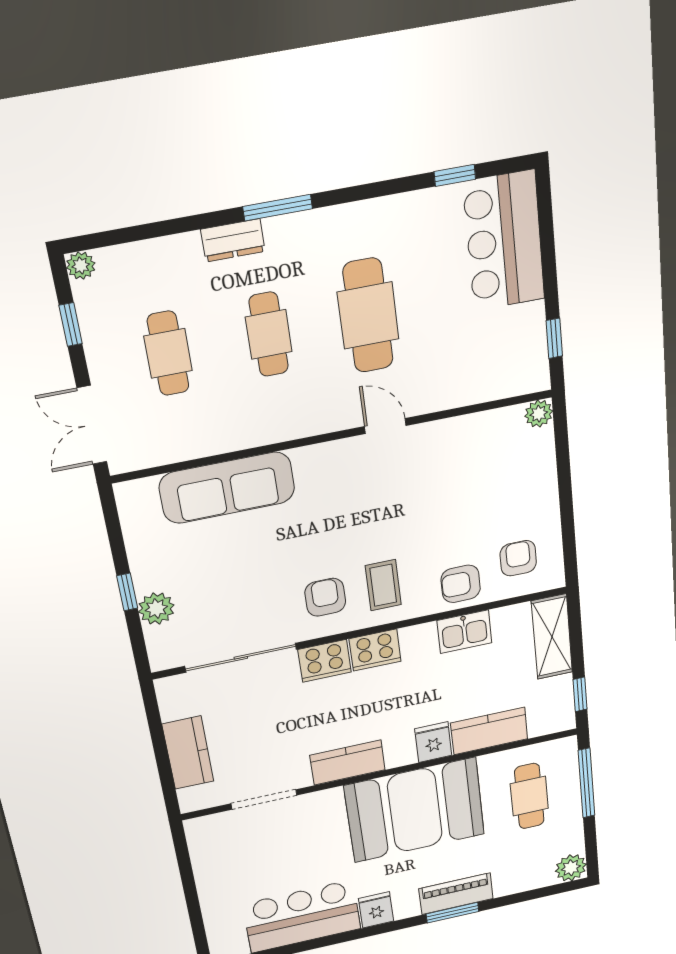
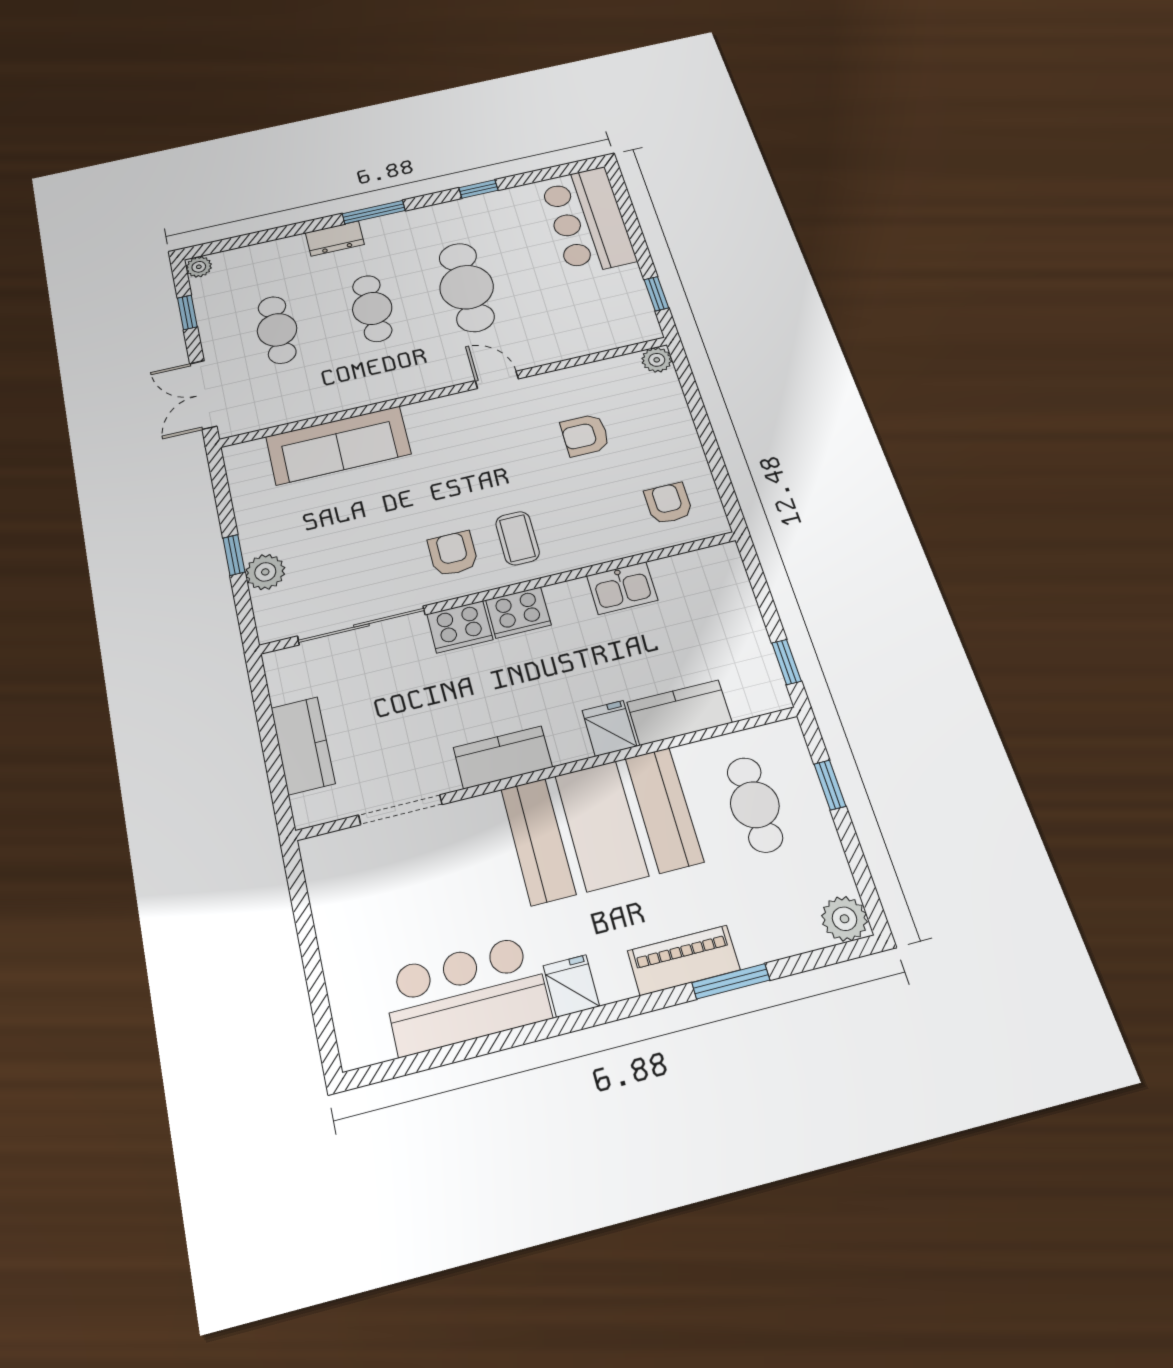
window: (455, 175) -> (478, 189), moved
armchair: (461, 584) -> (585, 435), moved
shelving: (552, 637) -> (731, 591), removed
window: (586, 783) -> (830, 785), width x0.46
window: (452, 913) -> (731, 981), moved

